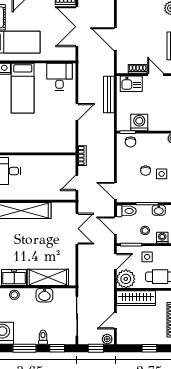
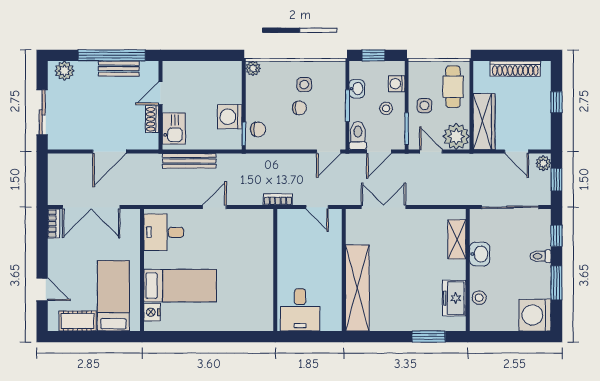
door: (77, 112) -> (214, 207), hinge flipped
shelving: (48, 277) -> (457, 239), width x0.67, depth x0.75

